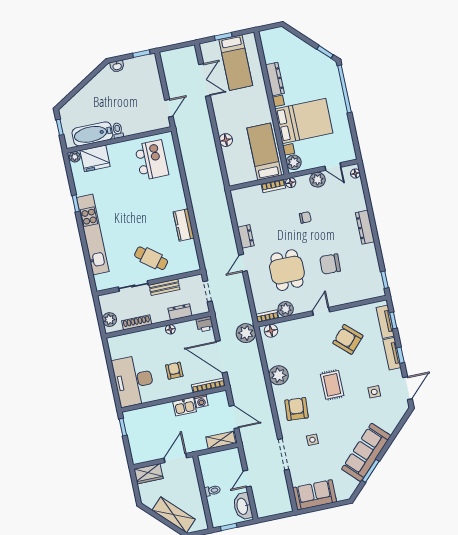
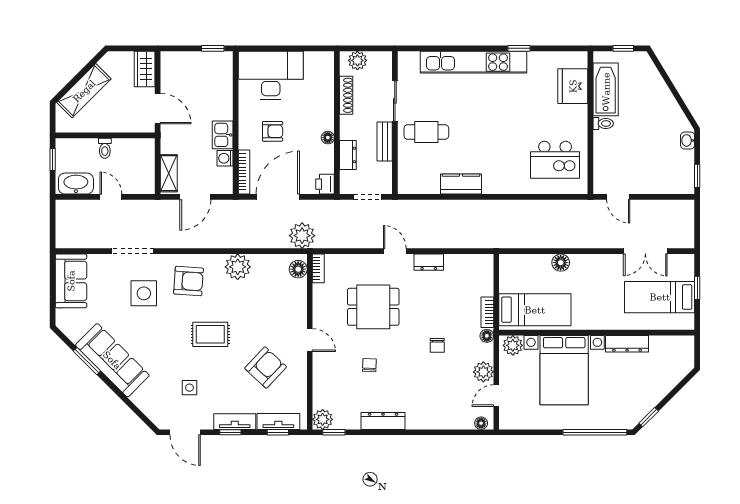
plant: (75, 157) -> (580, 60), removed
dresser: (365, 227) -> (383, 421), moved
cafe table: (151, 258) -> (426, 132), turned 52
chair: (330, 264) -> (369, 365), width x0.54, depth x0.54
plant: (286, 309) -> (323, 419), moved
side table: (312, 440) -> (144, 293), width x1.87, depth x1.87

